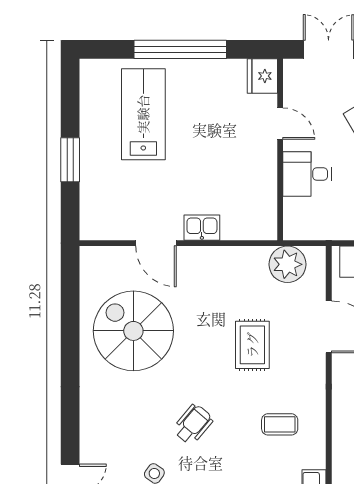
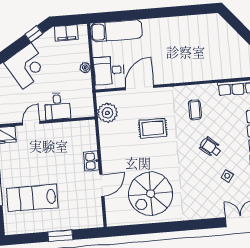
wheelchair: (193, 424) -> (210, 147), moved

